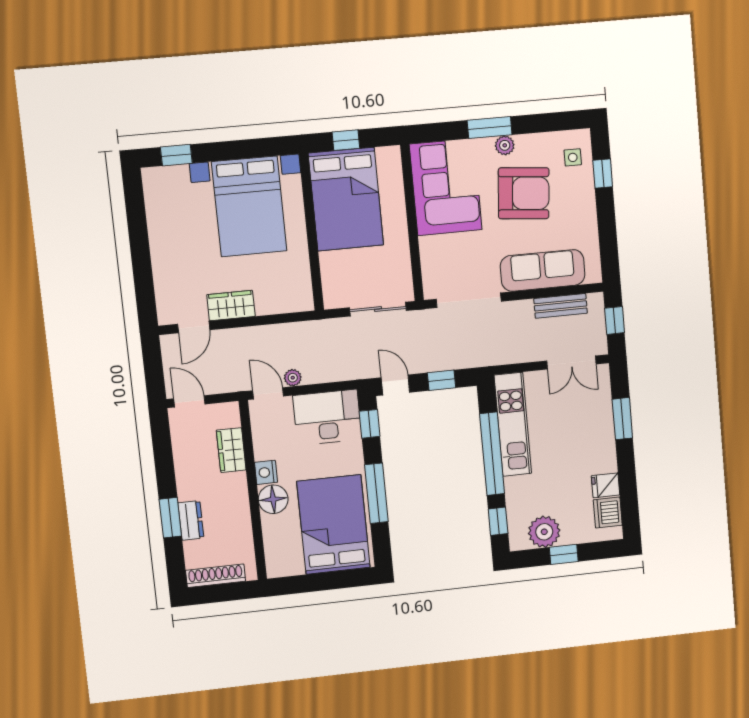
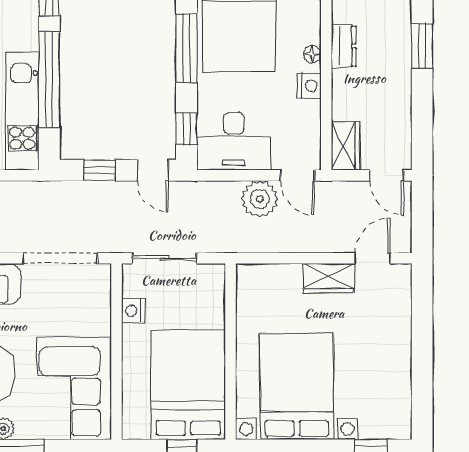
nightstand: (401, 260) -> (133, 311), added
plant: (293, 378) -> (260, 199), width x1.87, depth x1.87
wardrobe: (231, 450) -> (346, 146), moved
floor lamp: (273, 499) -> (312, 54), width x0.53, depth x0.53
dresser: (191, 520) -> (344, 46), moved, turned 180

